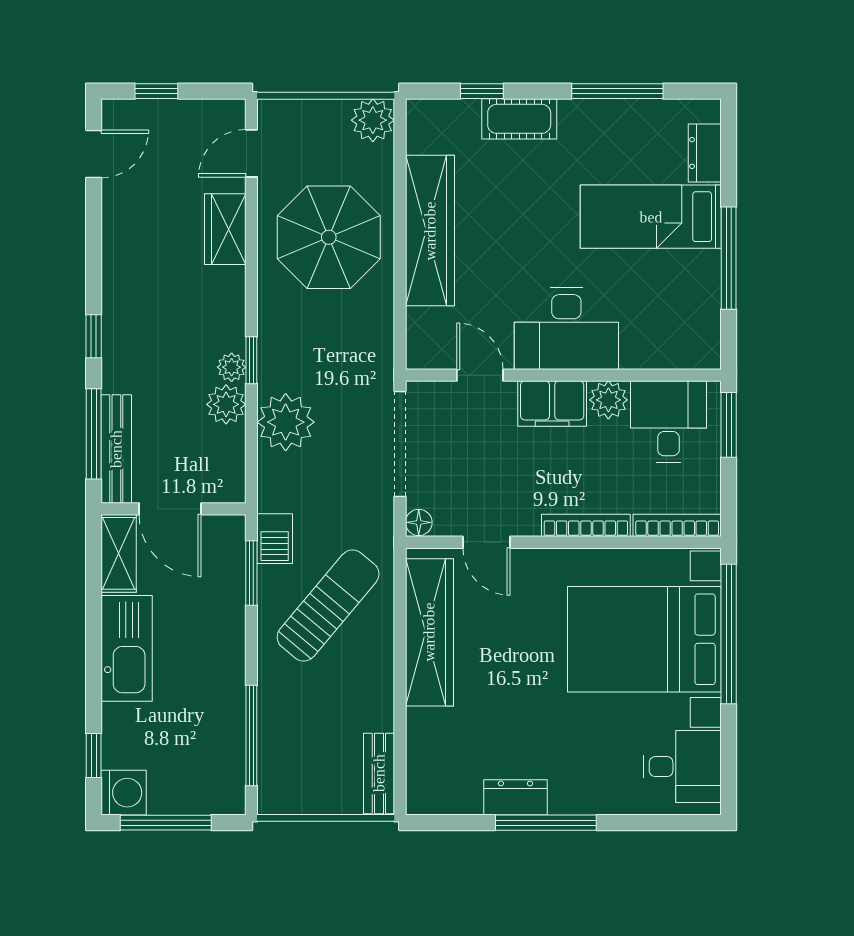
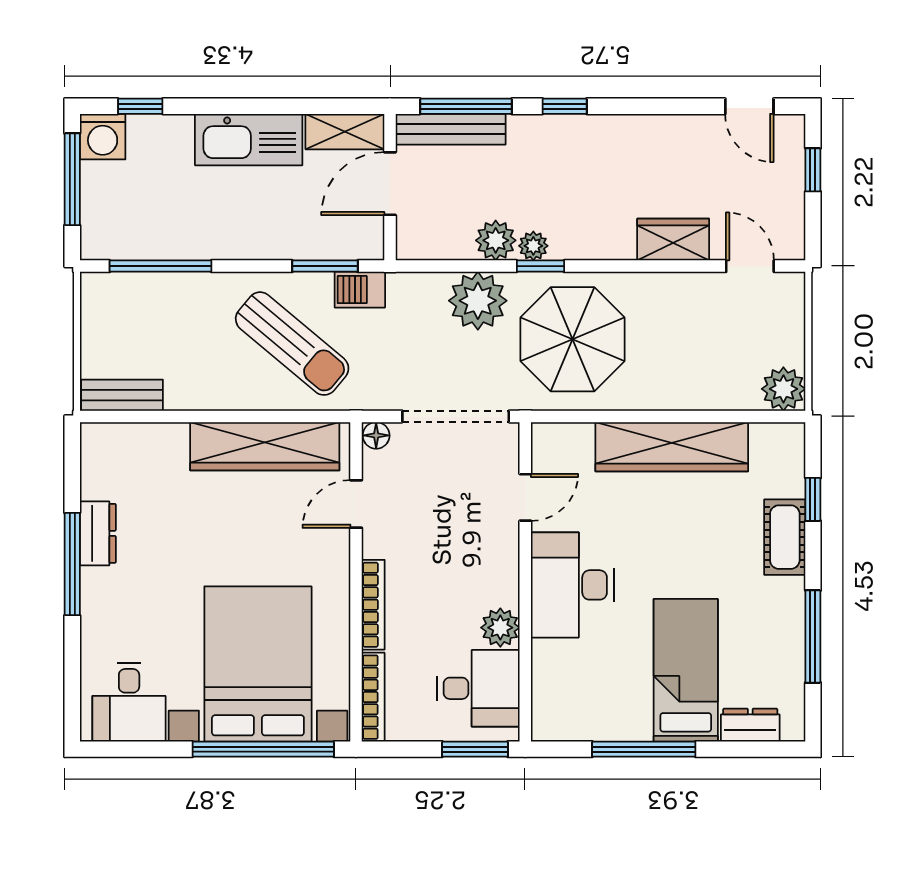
parasol: (329, 237) -> (573, 339), moved
filing cabinet: (552, 404) -> (497, 570), removed

